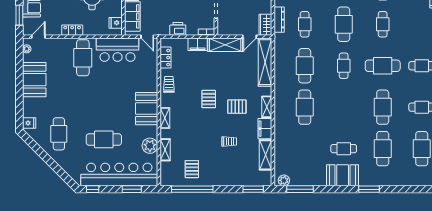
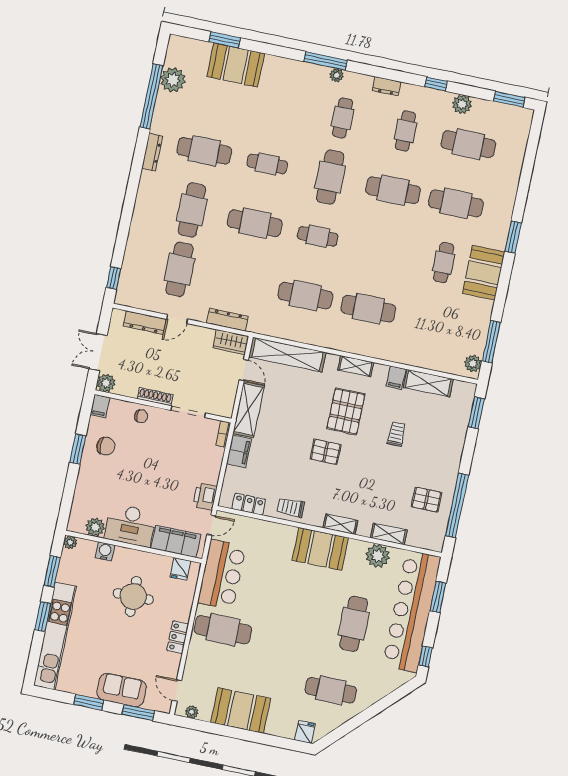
cafe table: (305, 24) -> (242, 282), removed
printer: (178, 29) -> (205, 497), moved
pallet: (237, 107) -> (346, 411), width x1.50, depth x1.42
filing cabinet: (265, 129) -> (396, 378), width x0.50

